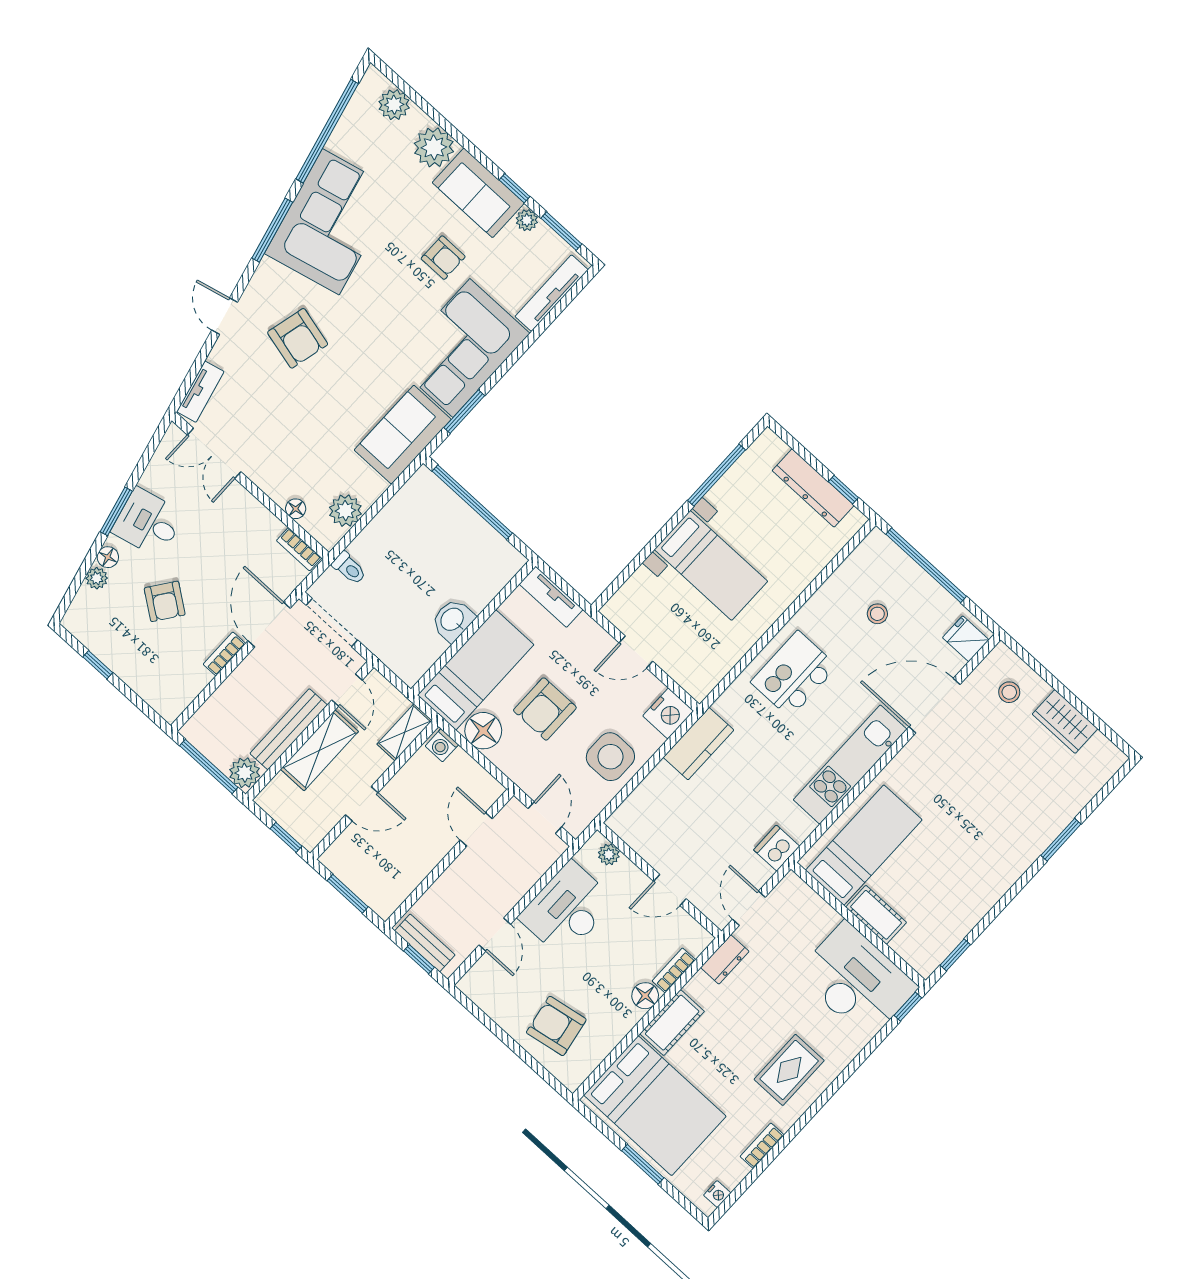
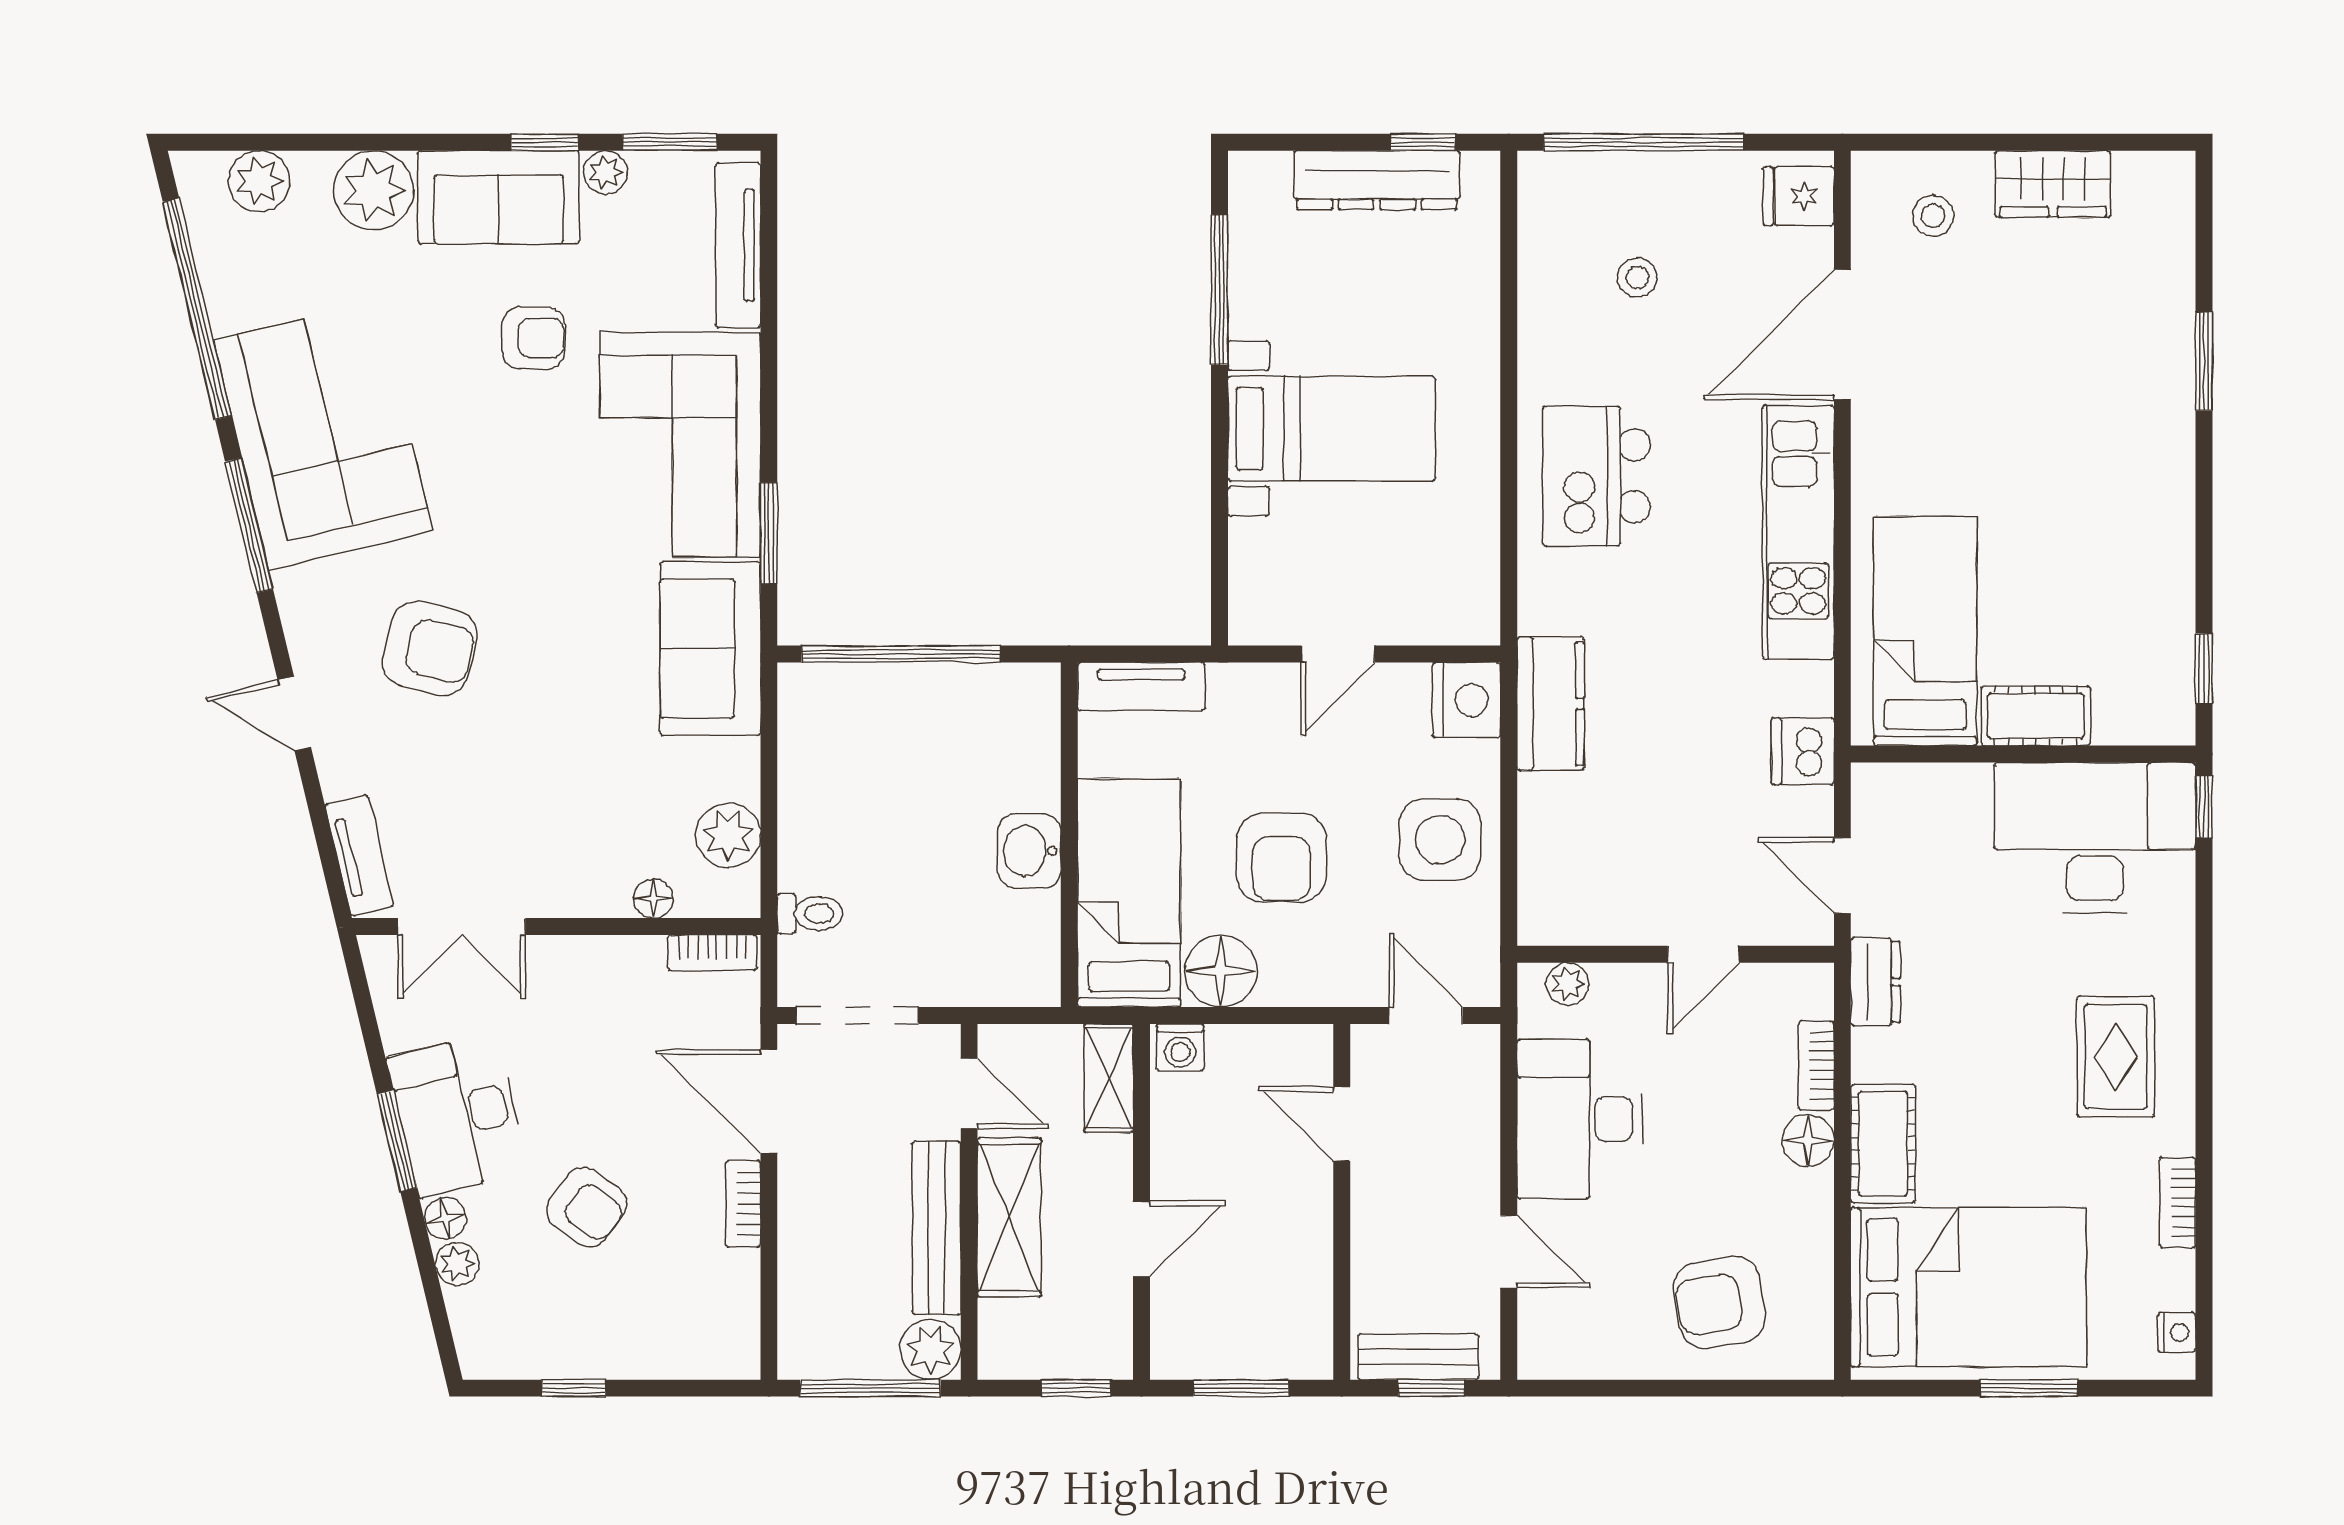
desk: (148, 523) -> (458, 1115), width x1.37

